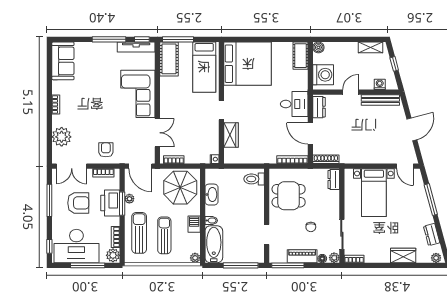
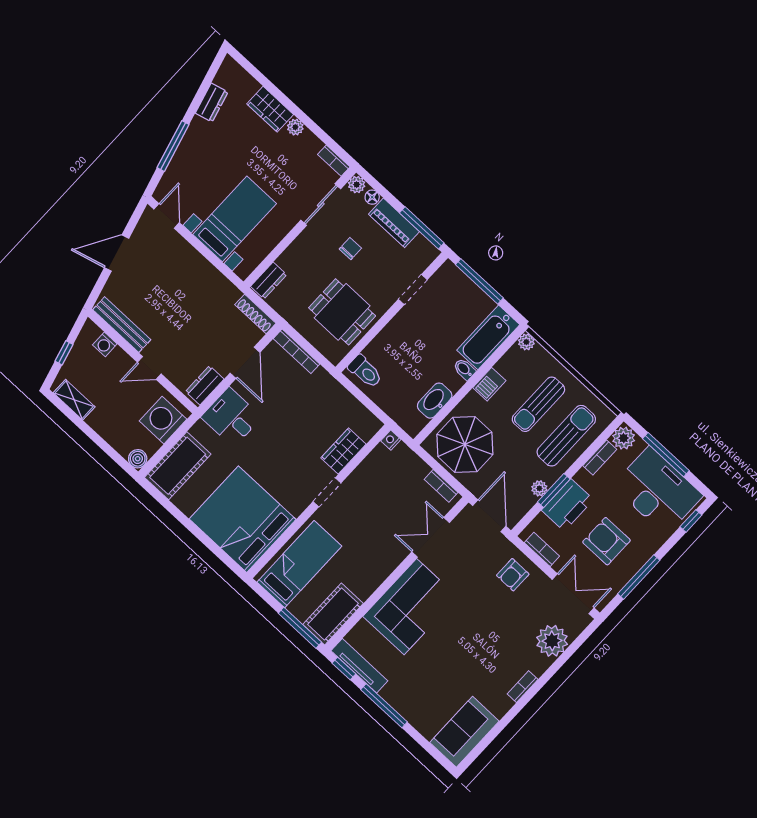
cot: (301, 56) -> (178, 466), width x1.37, depth x1.34
sun lounger: (139, 233) -> (566, 436), turned 180
plant: (436, 258) -> (295, 127), moved

